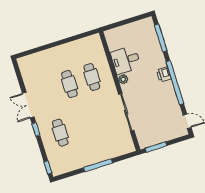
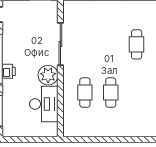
desk: (126, 60) -> (44, 104), width x1.37
plant: (123, 79) -> (48, 75), width x1.87, depth x1.87

